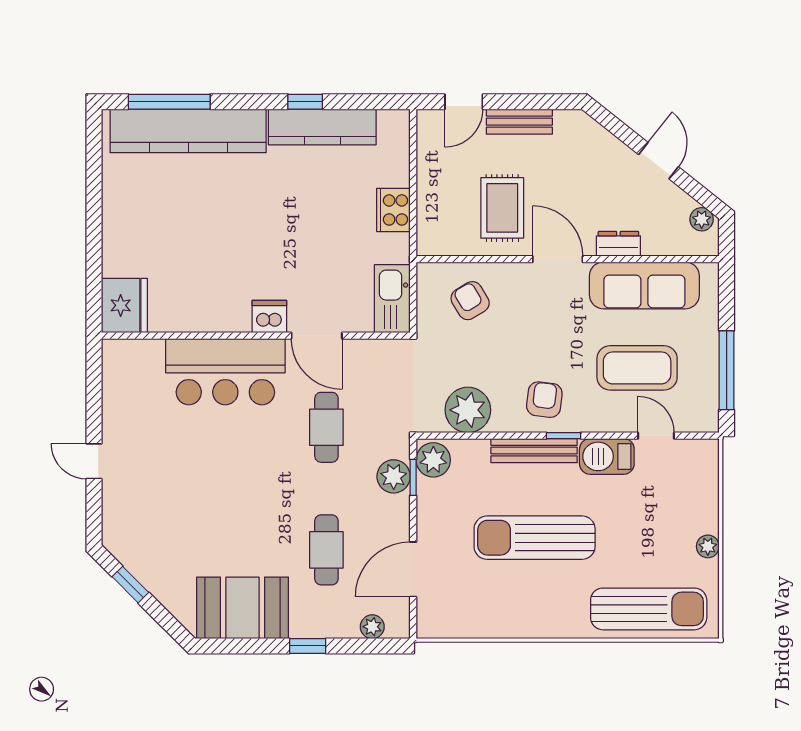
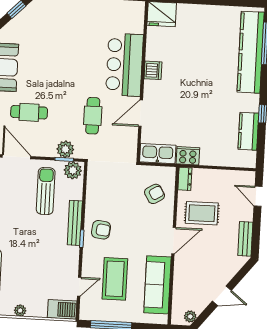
bench: (519, 122) -> (245, 239), moved
kitchen counter: (322, 127) -> (248, 131), width x0.67
cooker: (393, 210) -> (188, 156), moved
dresser: (618, 244) -> (185, 179), moved
dishwasher: (269, 317) -> (153, 70), moved
plant: (468, 410) -> (98, 190), removed
cafe table: (326, 427) -> (93, 116), turned 90
barbecue: (607, 456) -> (62, 309), moved, turned 90
sun lounger: (535, 538) -> (46, 191), moved, width x0.73, depth x0.75

